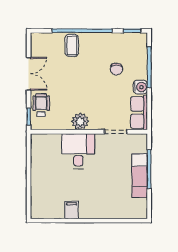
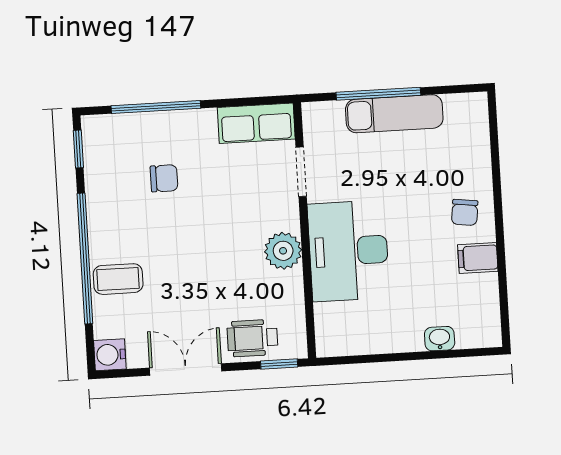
water cooler: (140, 87) -> (110, 355), moved, turned -90
desk: (78, 151) -> (348, 251), width x1.37
washbasin: (36, 190) -> (440, 339), added
chair: (93, 205) -> (465, 212), added

